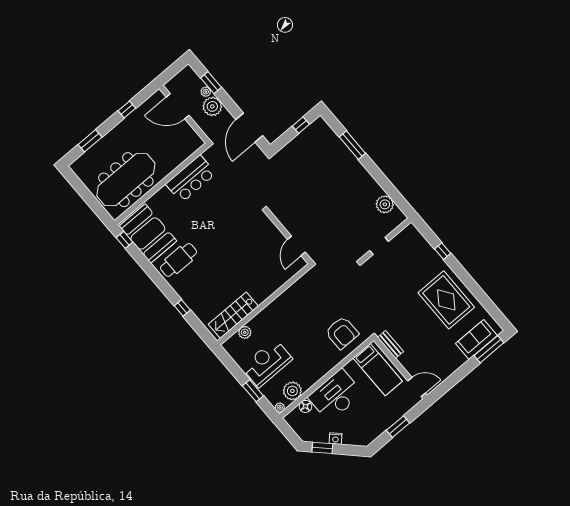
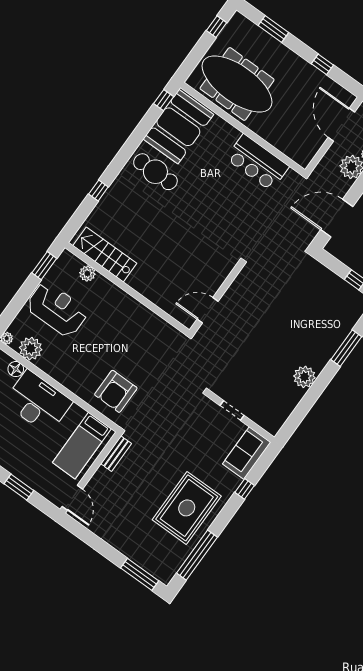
window: (77, 185) -> (217, 27), added
plant: (385, 204) -> (304, 377), moved
window: (485, 301) -> (197, 555), added
sofa: (476, 340) -> (247, 453), moved, turned -90
window: (253, 391) -> (44, 266), moved

